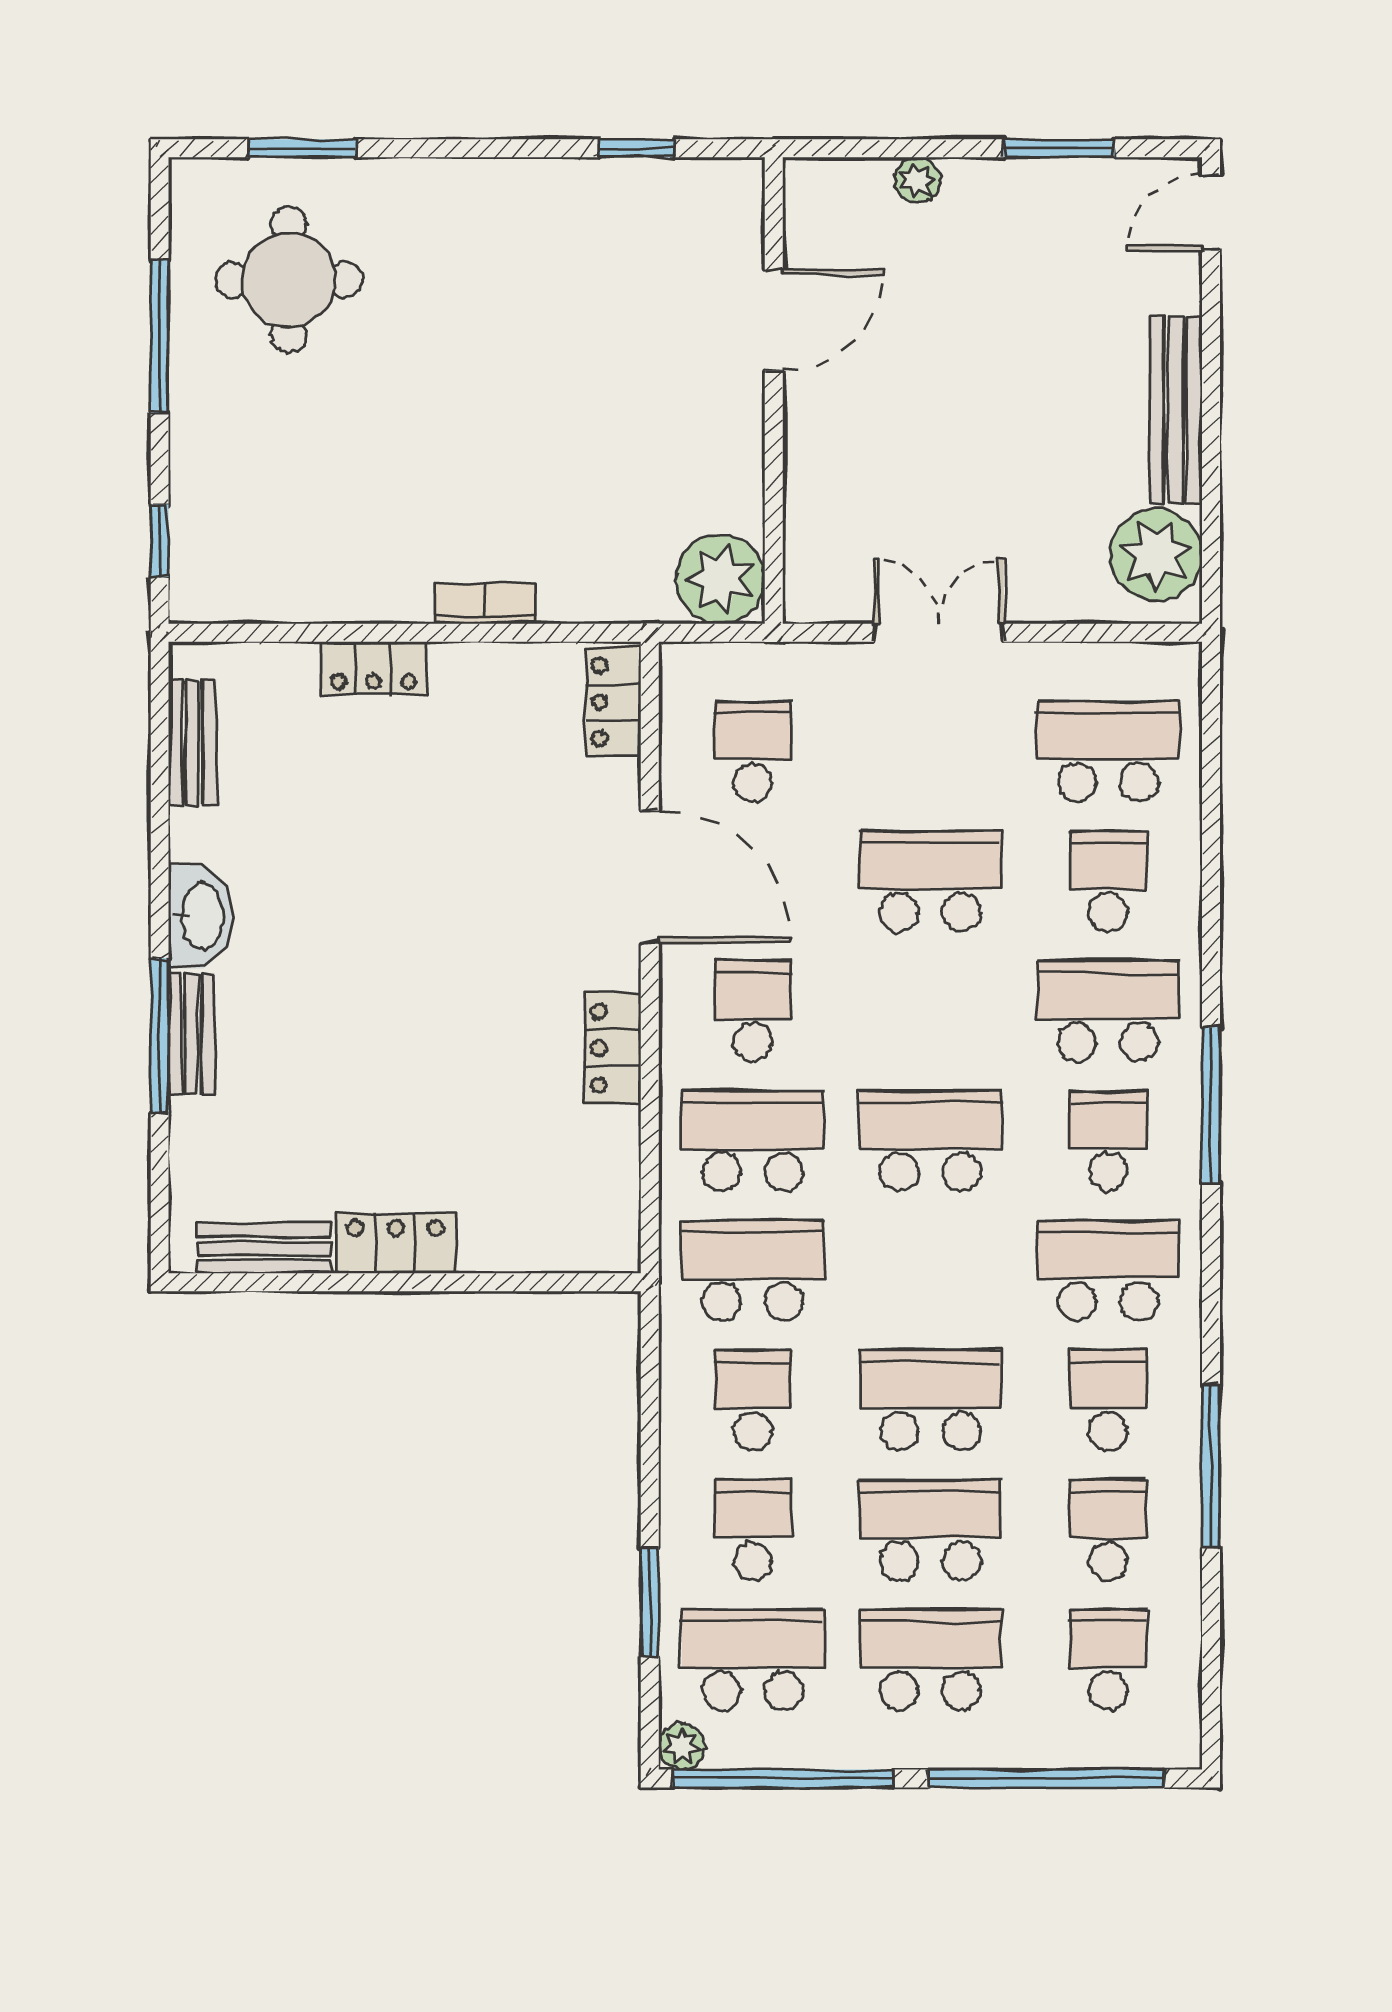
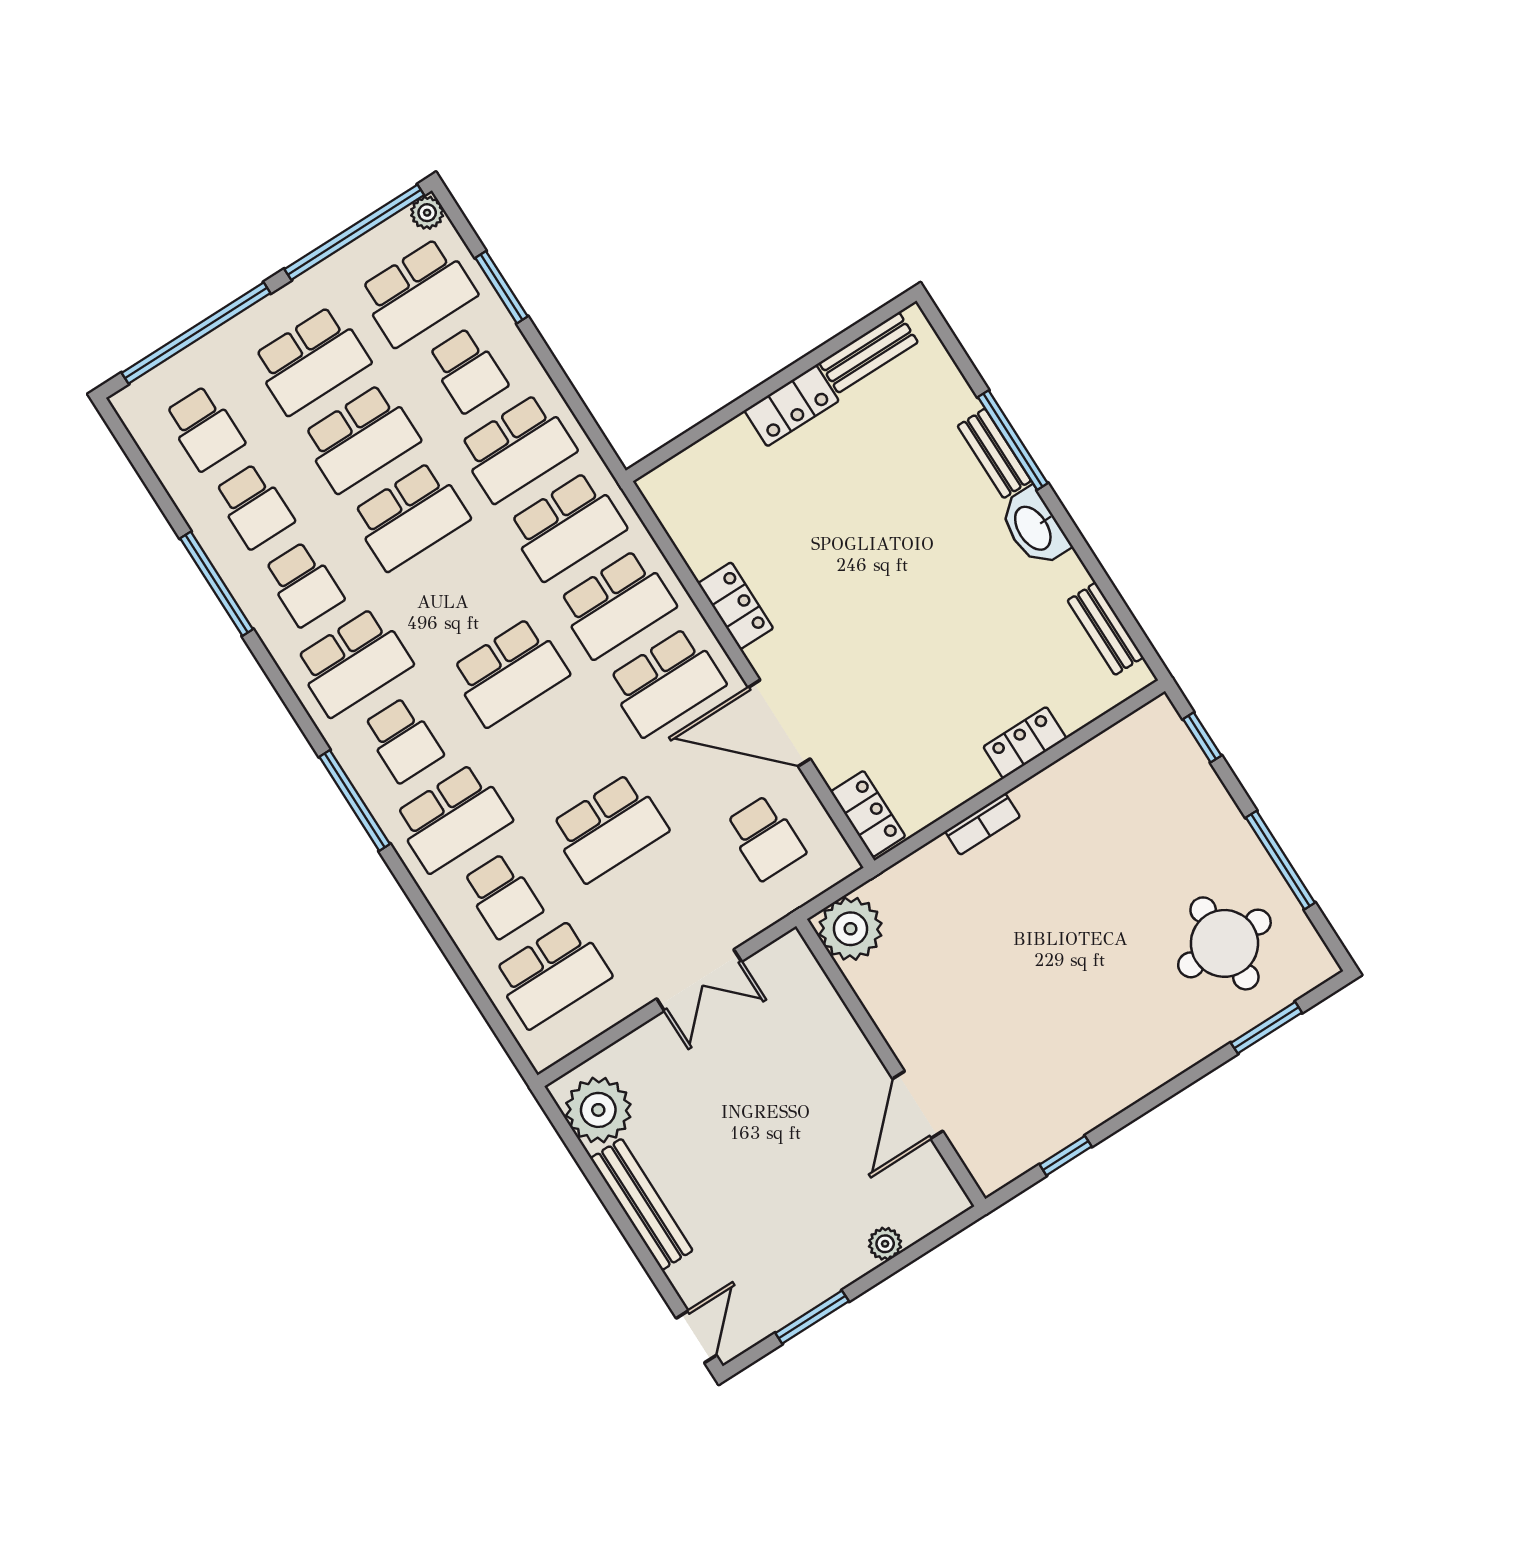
school desk: (753, 1011) -> (666, 682), width x1.85
school desk: (753, 1400) -> (517, 448), width x1.85

